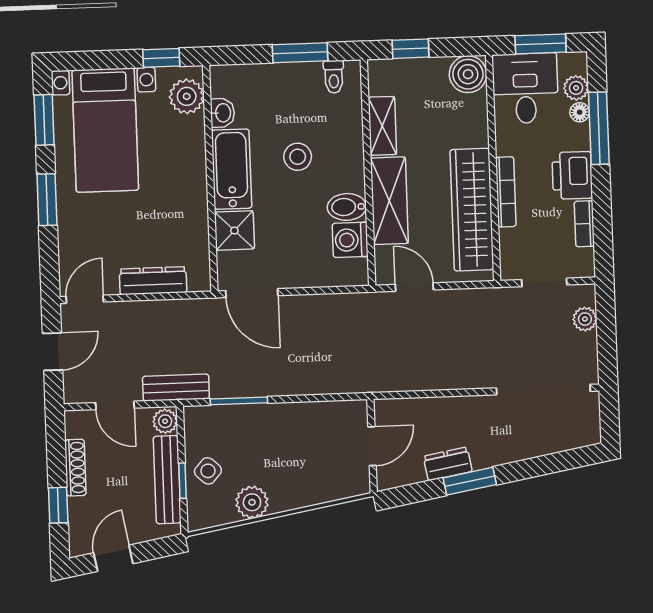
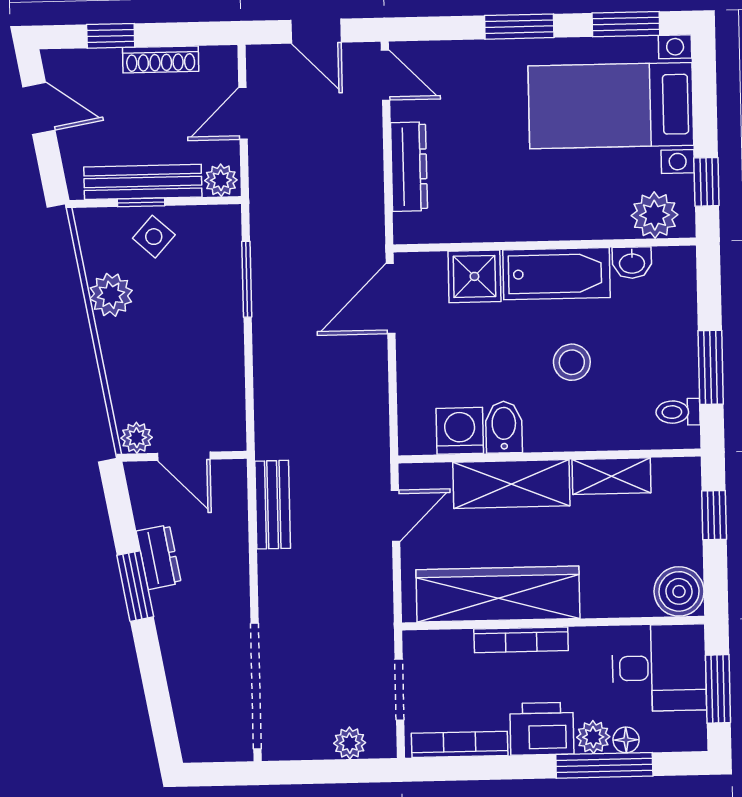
plant: (576, 88) -> (593, 737), moved
bookcase: (584, 224) -> (460, 744), width x1.56
bench: (176, 388) -> (273, 505), moved
plant: (359, 482) -> (137, 438), added

